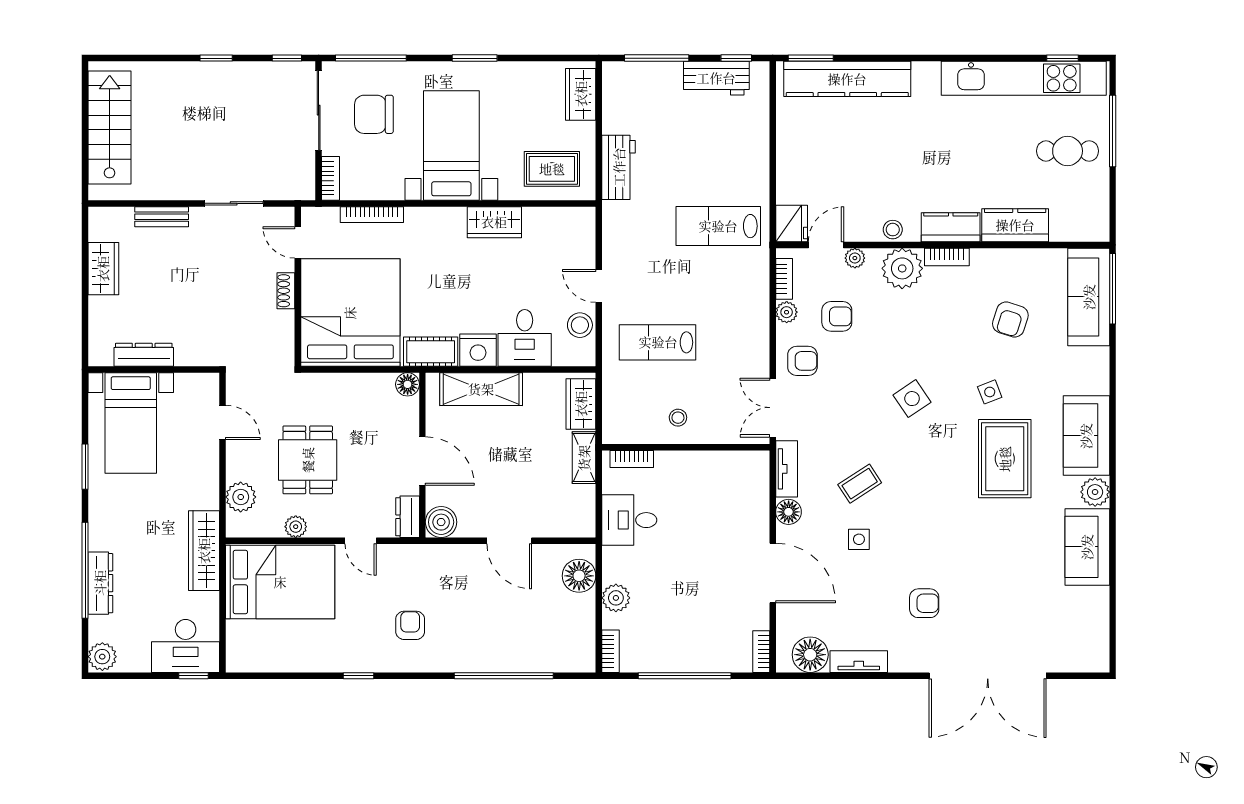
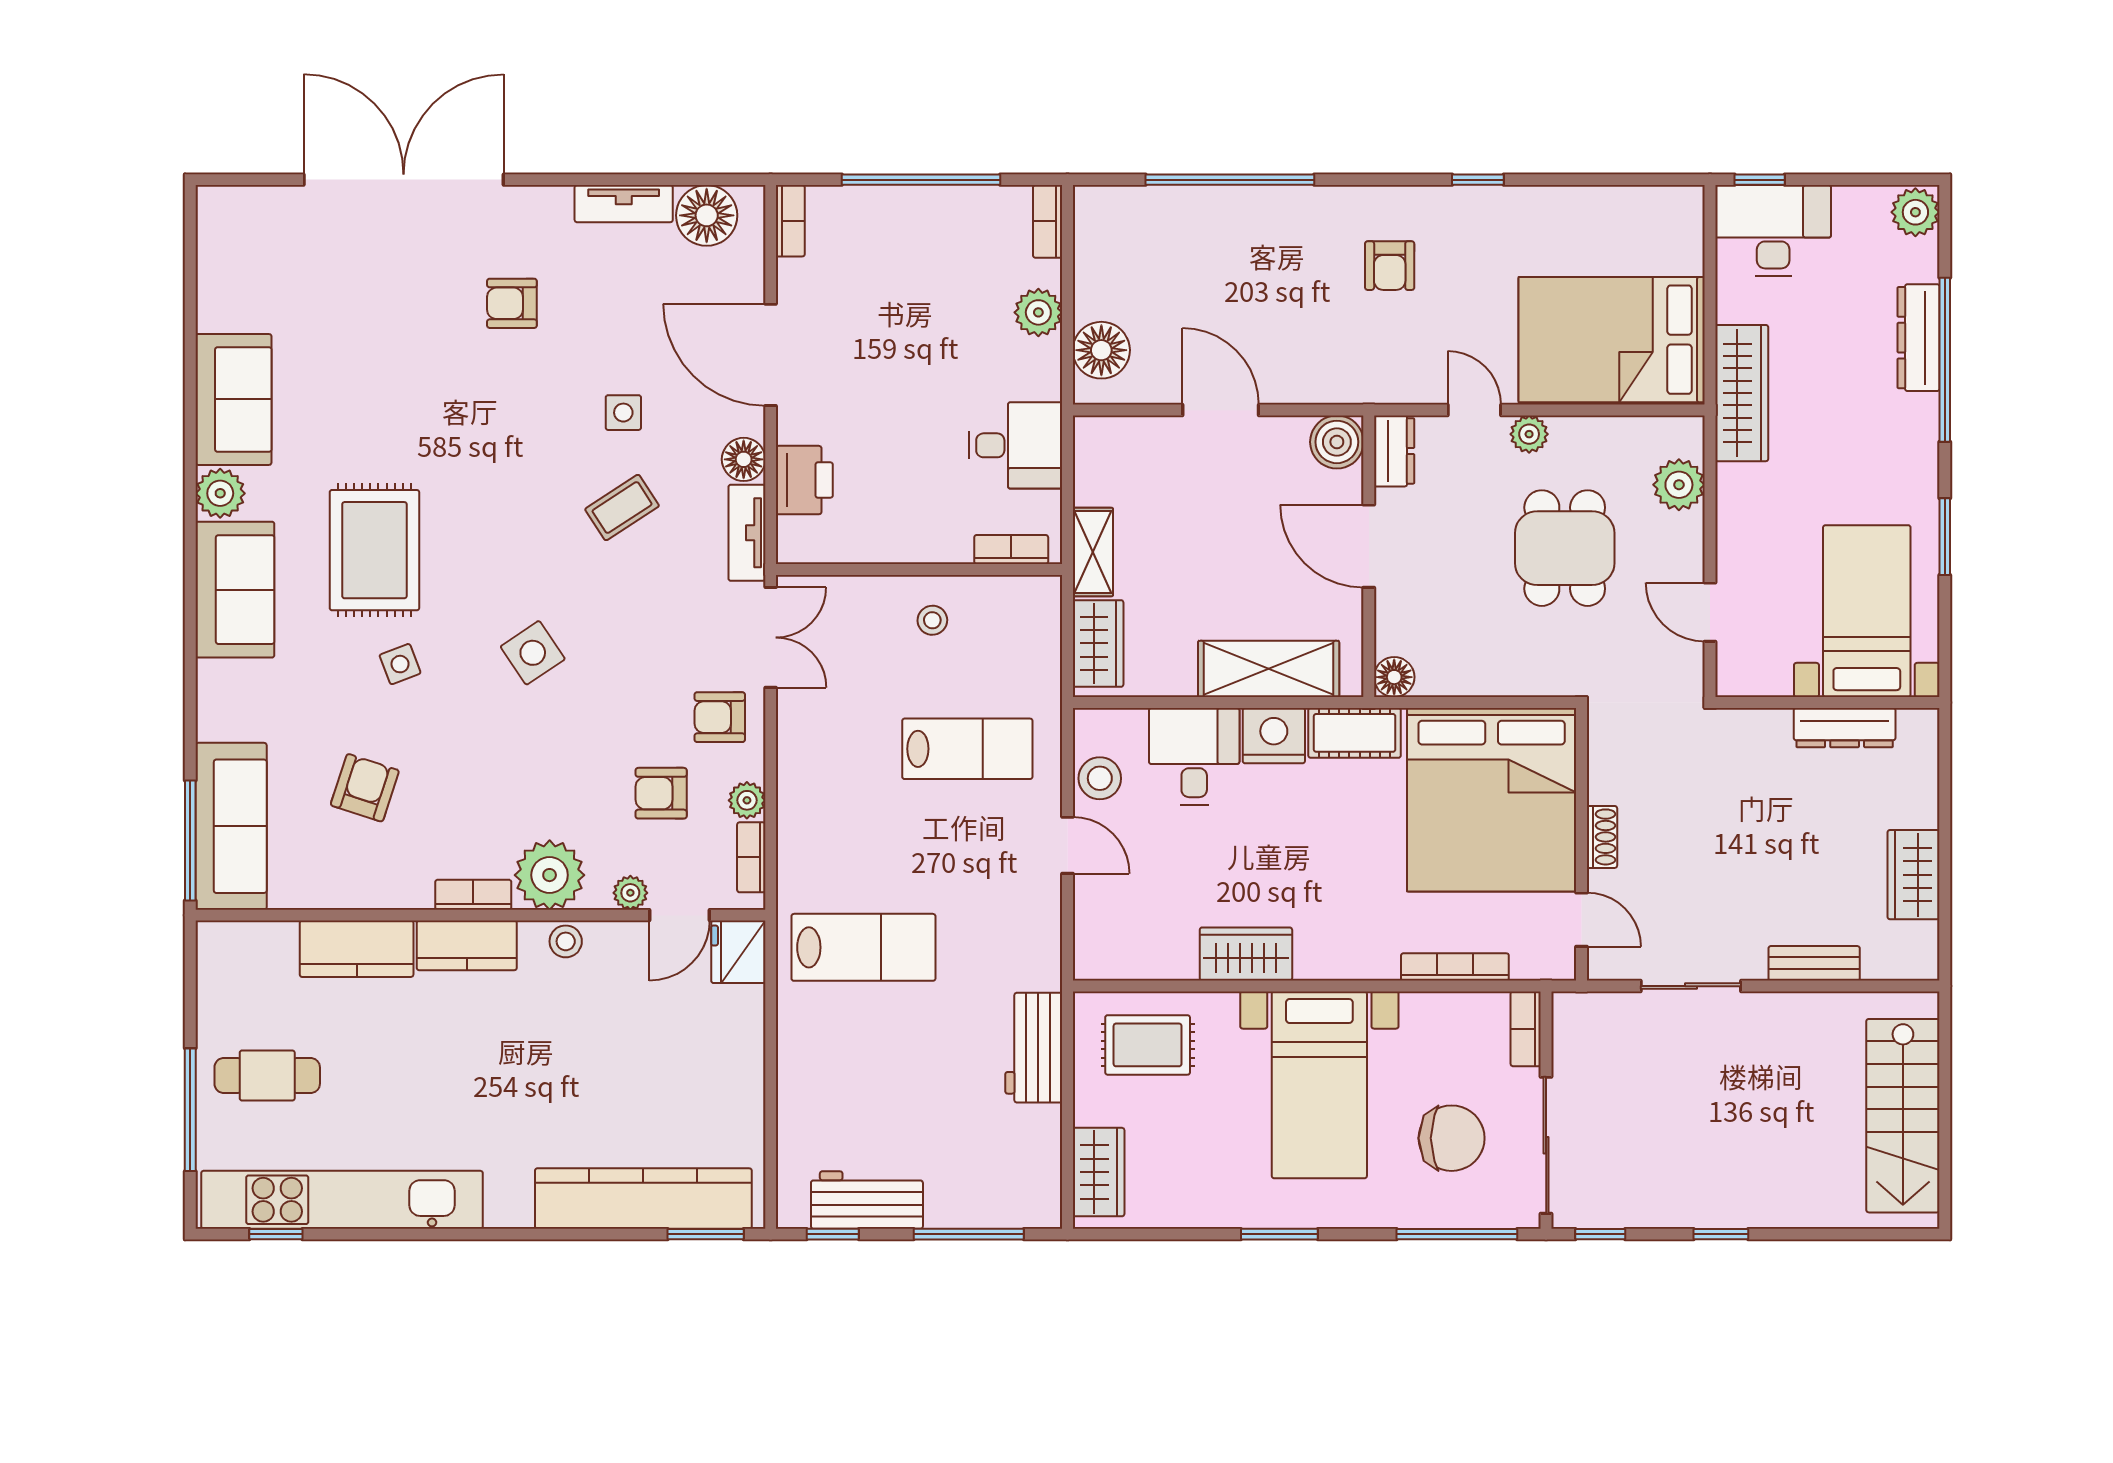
printer: (753, 500) -> (804, 480), added
plant: (296, 527) -> (1529, 434), moved

